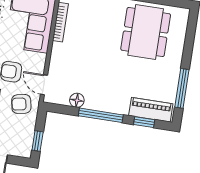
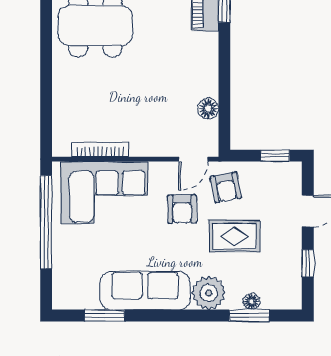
window: (101, 115) -> (224, 71), removed

